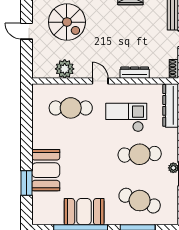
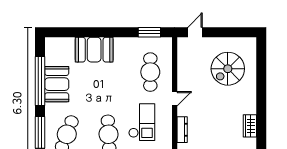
door: (26, 31) -> (195, 32), moved
plant: (65, 69) -> (186, 67), removed
window: (26, 183) -> (149, 32), moved

